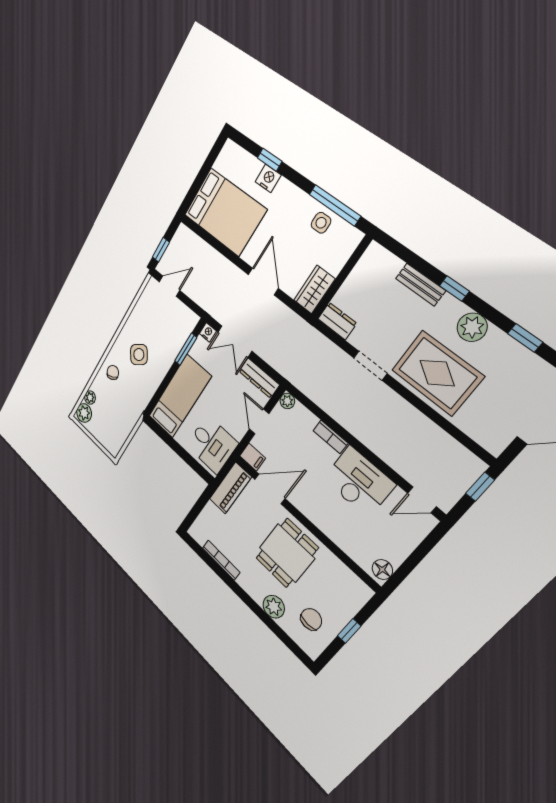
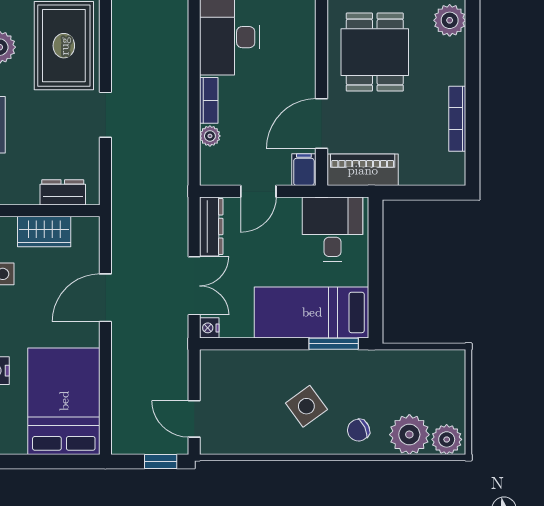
wardrobe: (314, 290) -> (44, 232), moved
dresser: (337, 321) -> (63, 192), moved, turned 90
window: (186, 349) -> (334, 344), moved
plant: (90, 398) -> (409, 435), width x1.87, depth x1.87
plant: (287, 401) -> (210, 136), moved
door: (270, 489) -> (322, 124), hinge flipped
dining table: (287, 553) -> (375, 52), turned 90

